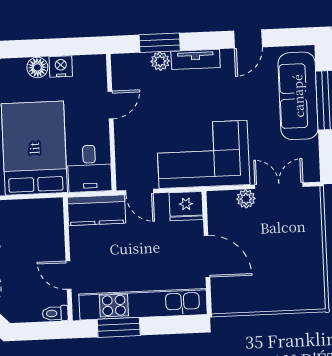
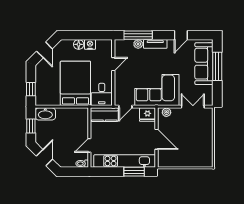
window: (160, 43) -> (138, 35), width x1.44
door: (140, 192) -> (125, 107), hinge flipped
plant: (246, 199) -> (166, 112), moved
door: (69, 275) -> (89, 145), hinge flipped
window: (119, 327) -> (134, 172), moved

